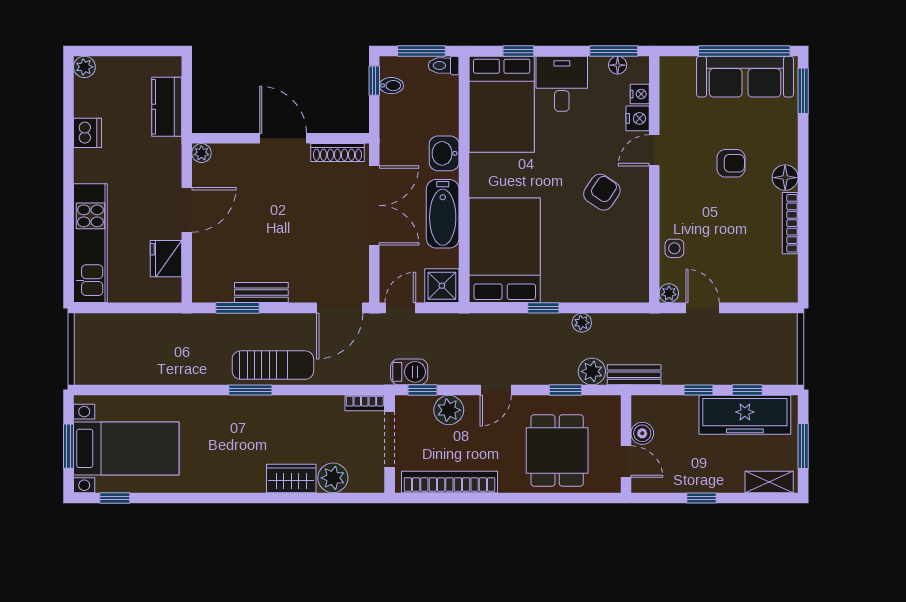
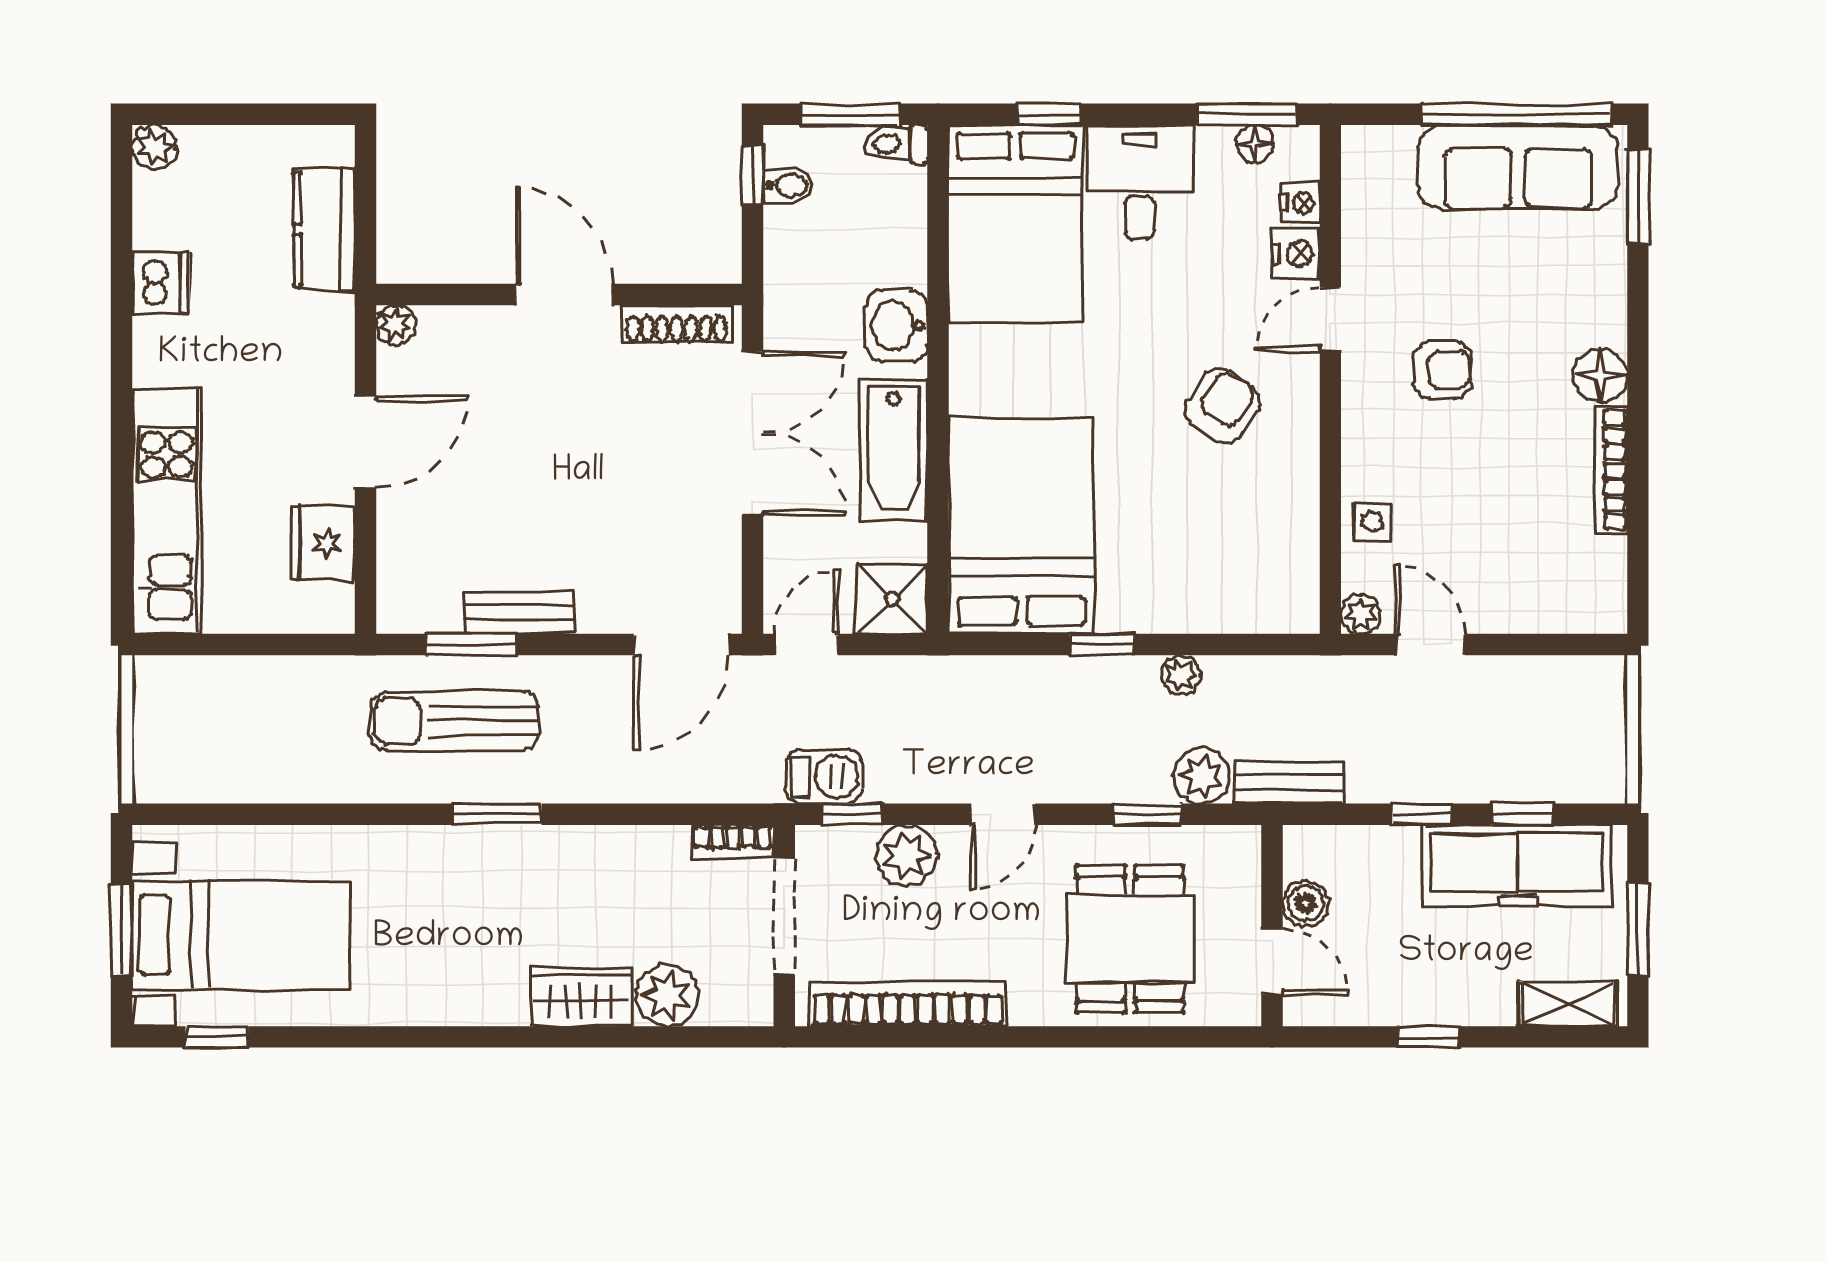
armchair: (731, 163) -> (1442, 370), moved
sun lounger: (273, 365) -> (454, 721), moved, turned 180

